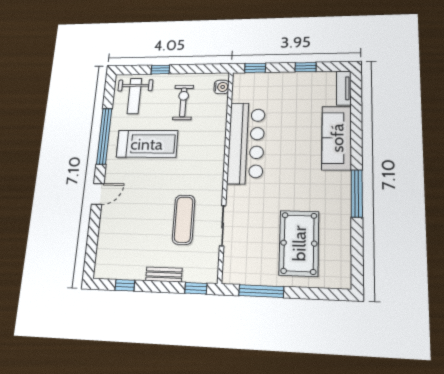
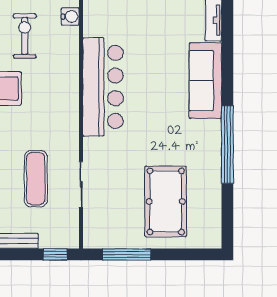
window: (357, 193) -> (227, 145), width x1.46

